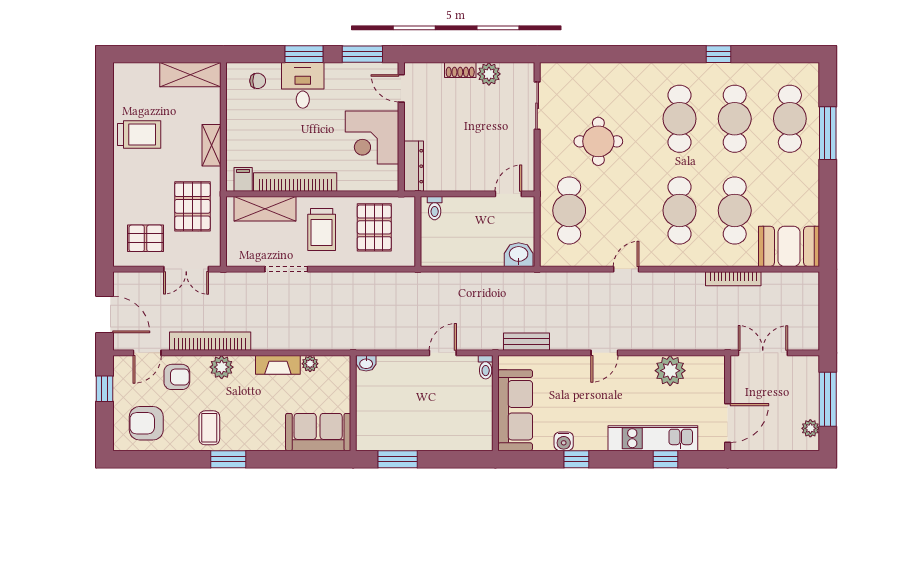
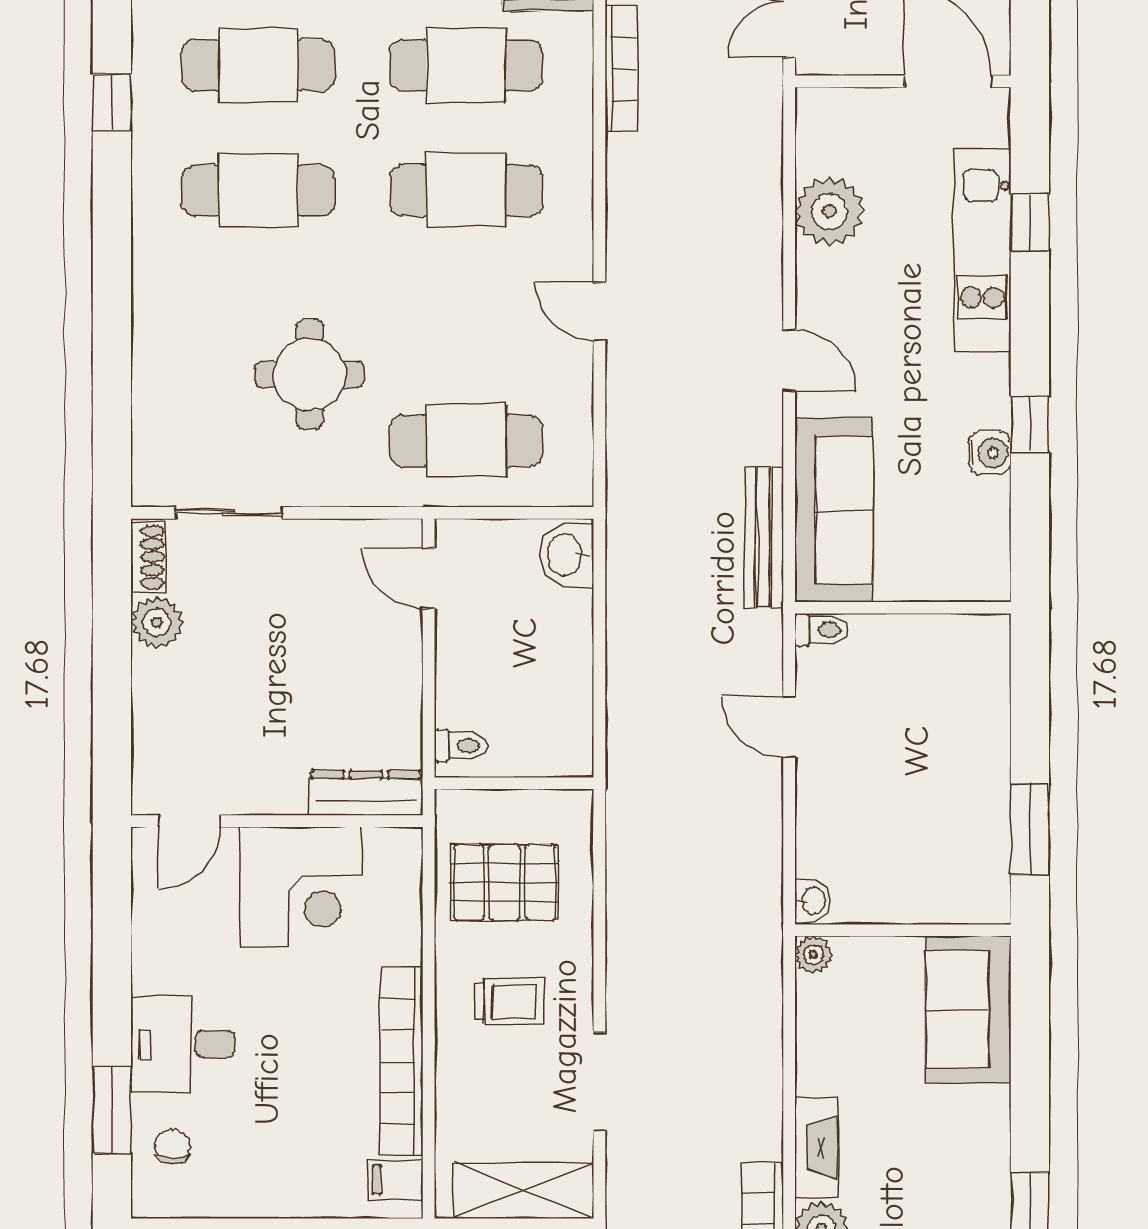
window: (304, 54) -> (112, 1110), moved
window: (362, 54) -> (112, 909), removed
shoe rack: (460, 70) -> (148, 557), moved
shelving: (265, 209) -> (524, 1191), moved, turned 90
trolley: (322, 229) -> (509, 1002), width x0.73, depth x0.72
bench: (526, 342) -> (764, 537), width x1.36
plant: (310, 364) -> (813, 955), moved
fireplace: (278, 365) -> (816, 1148), moved
sofa: (515, 410) -> (834, 510), moved, turned 90

